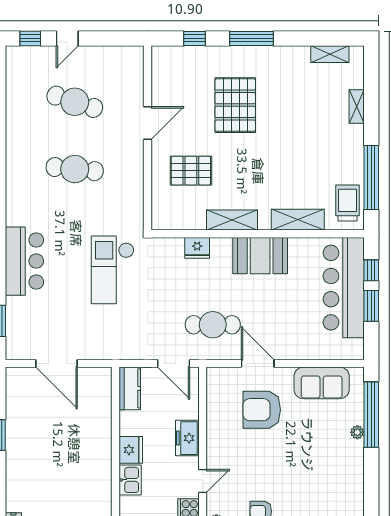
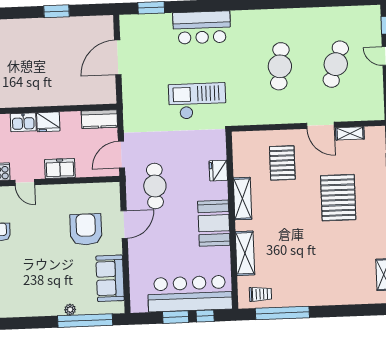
pallet: (235, 105) -> (338, 198), turned 90
shelving: (357, 107) -> (350, 133), moved
trolley: (348, 203) -> (260, 294), width x0.73, depth x0.72

